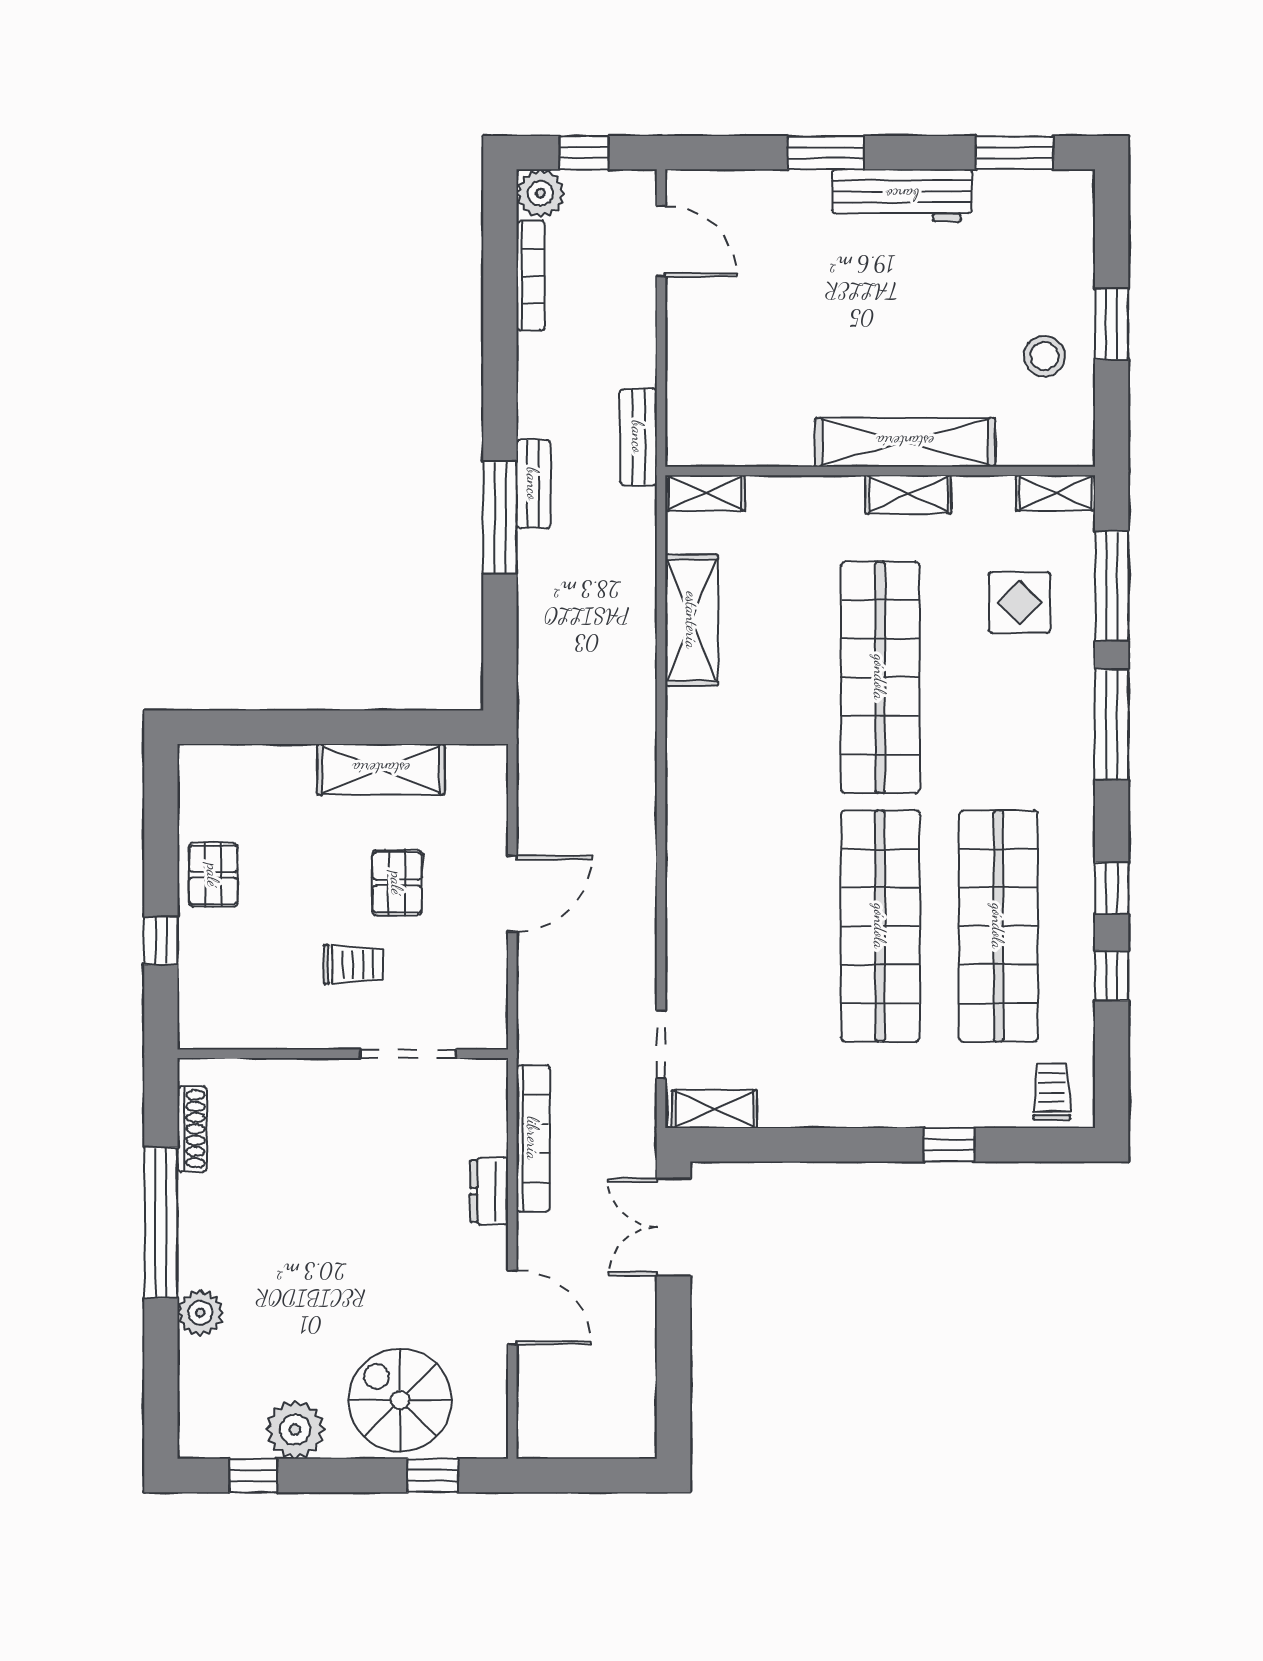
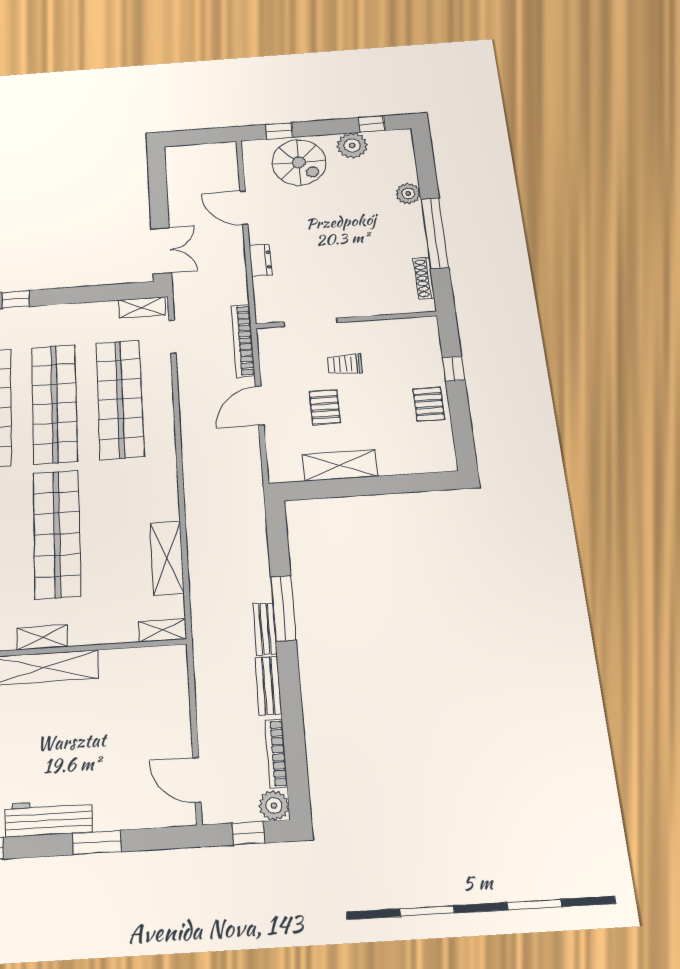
bench: (638, 437) -> (268, 685), moved
shop shelf: (762, 926) -> (120, 399), added
bookcase: (533, 1138) -> (243, 340), moved

